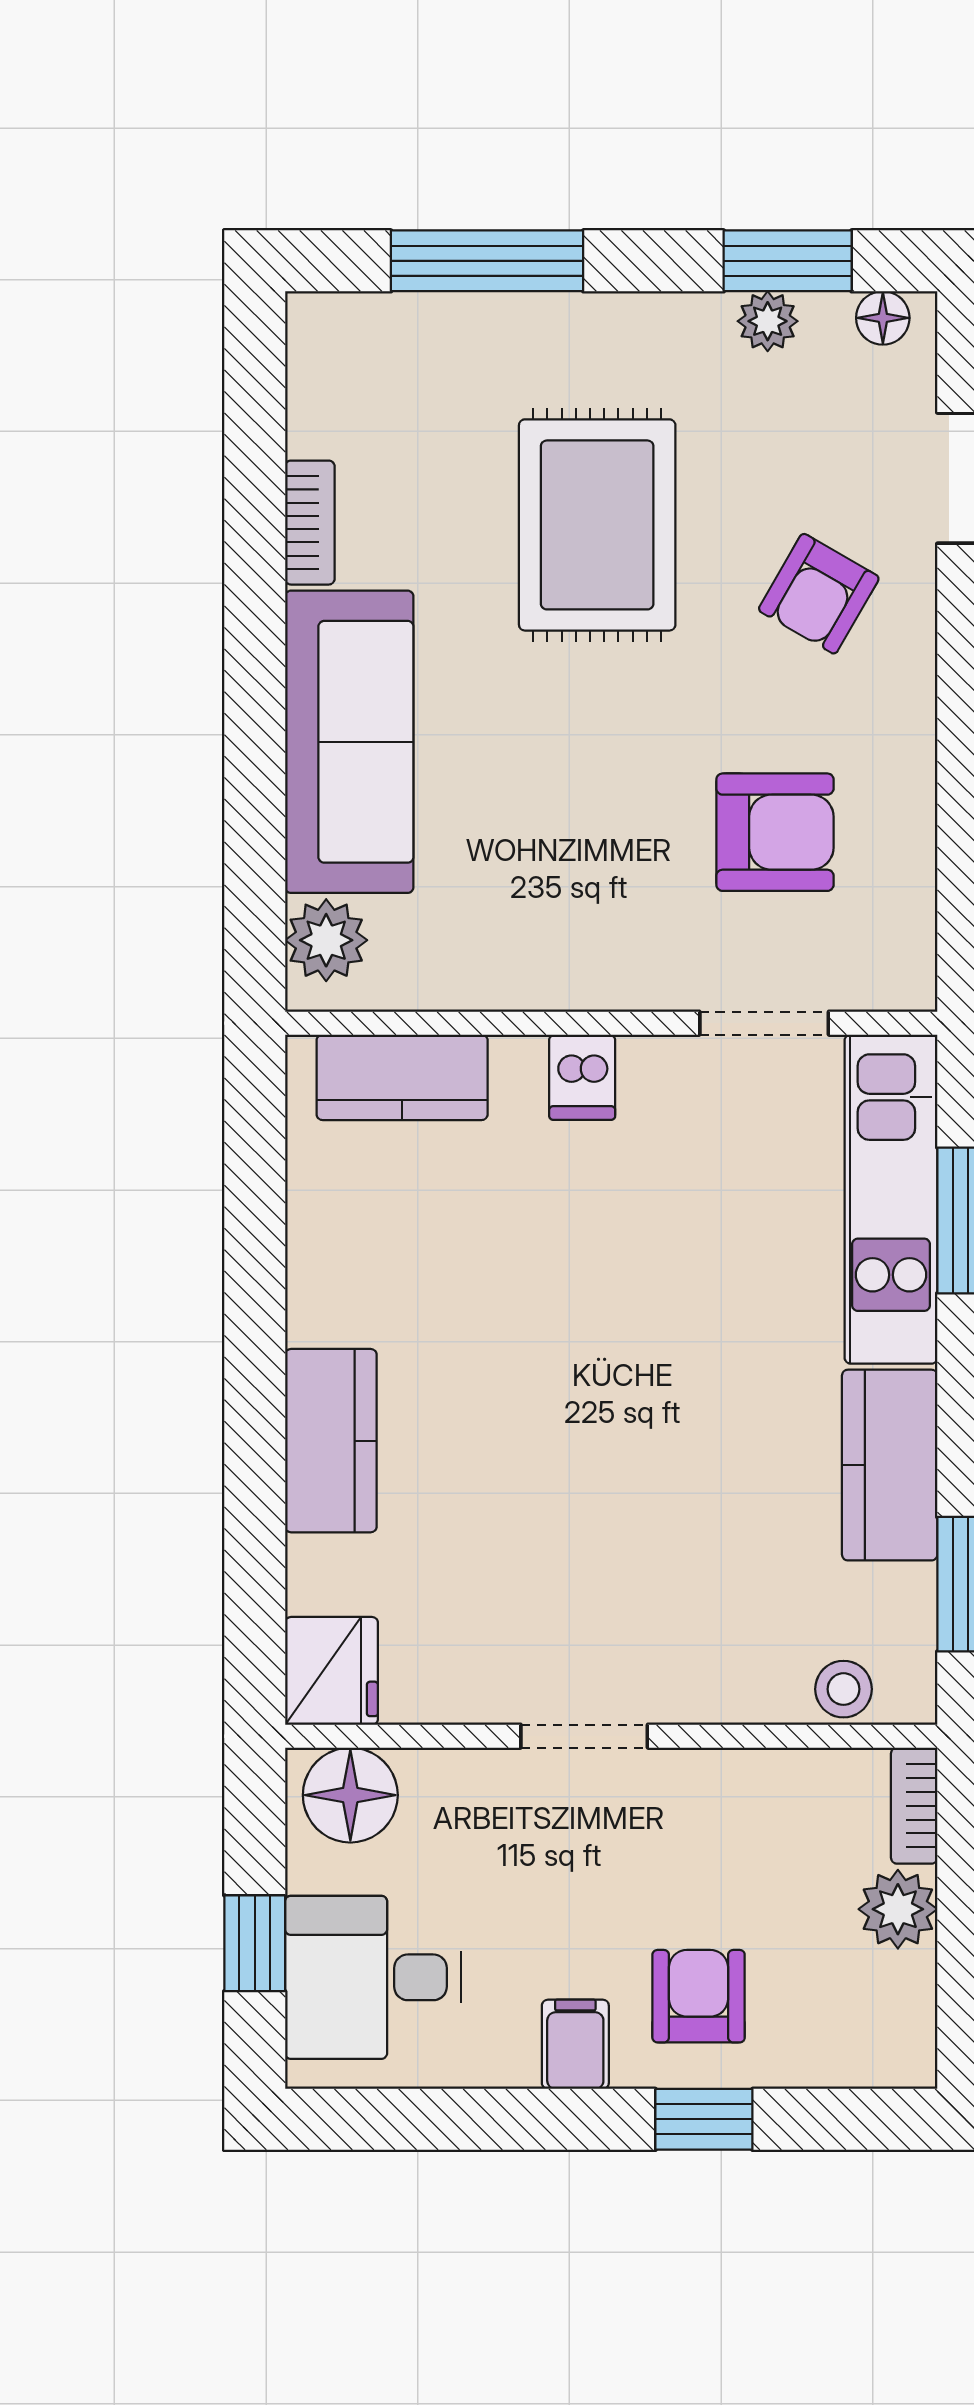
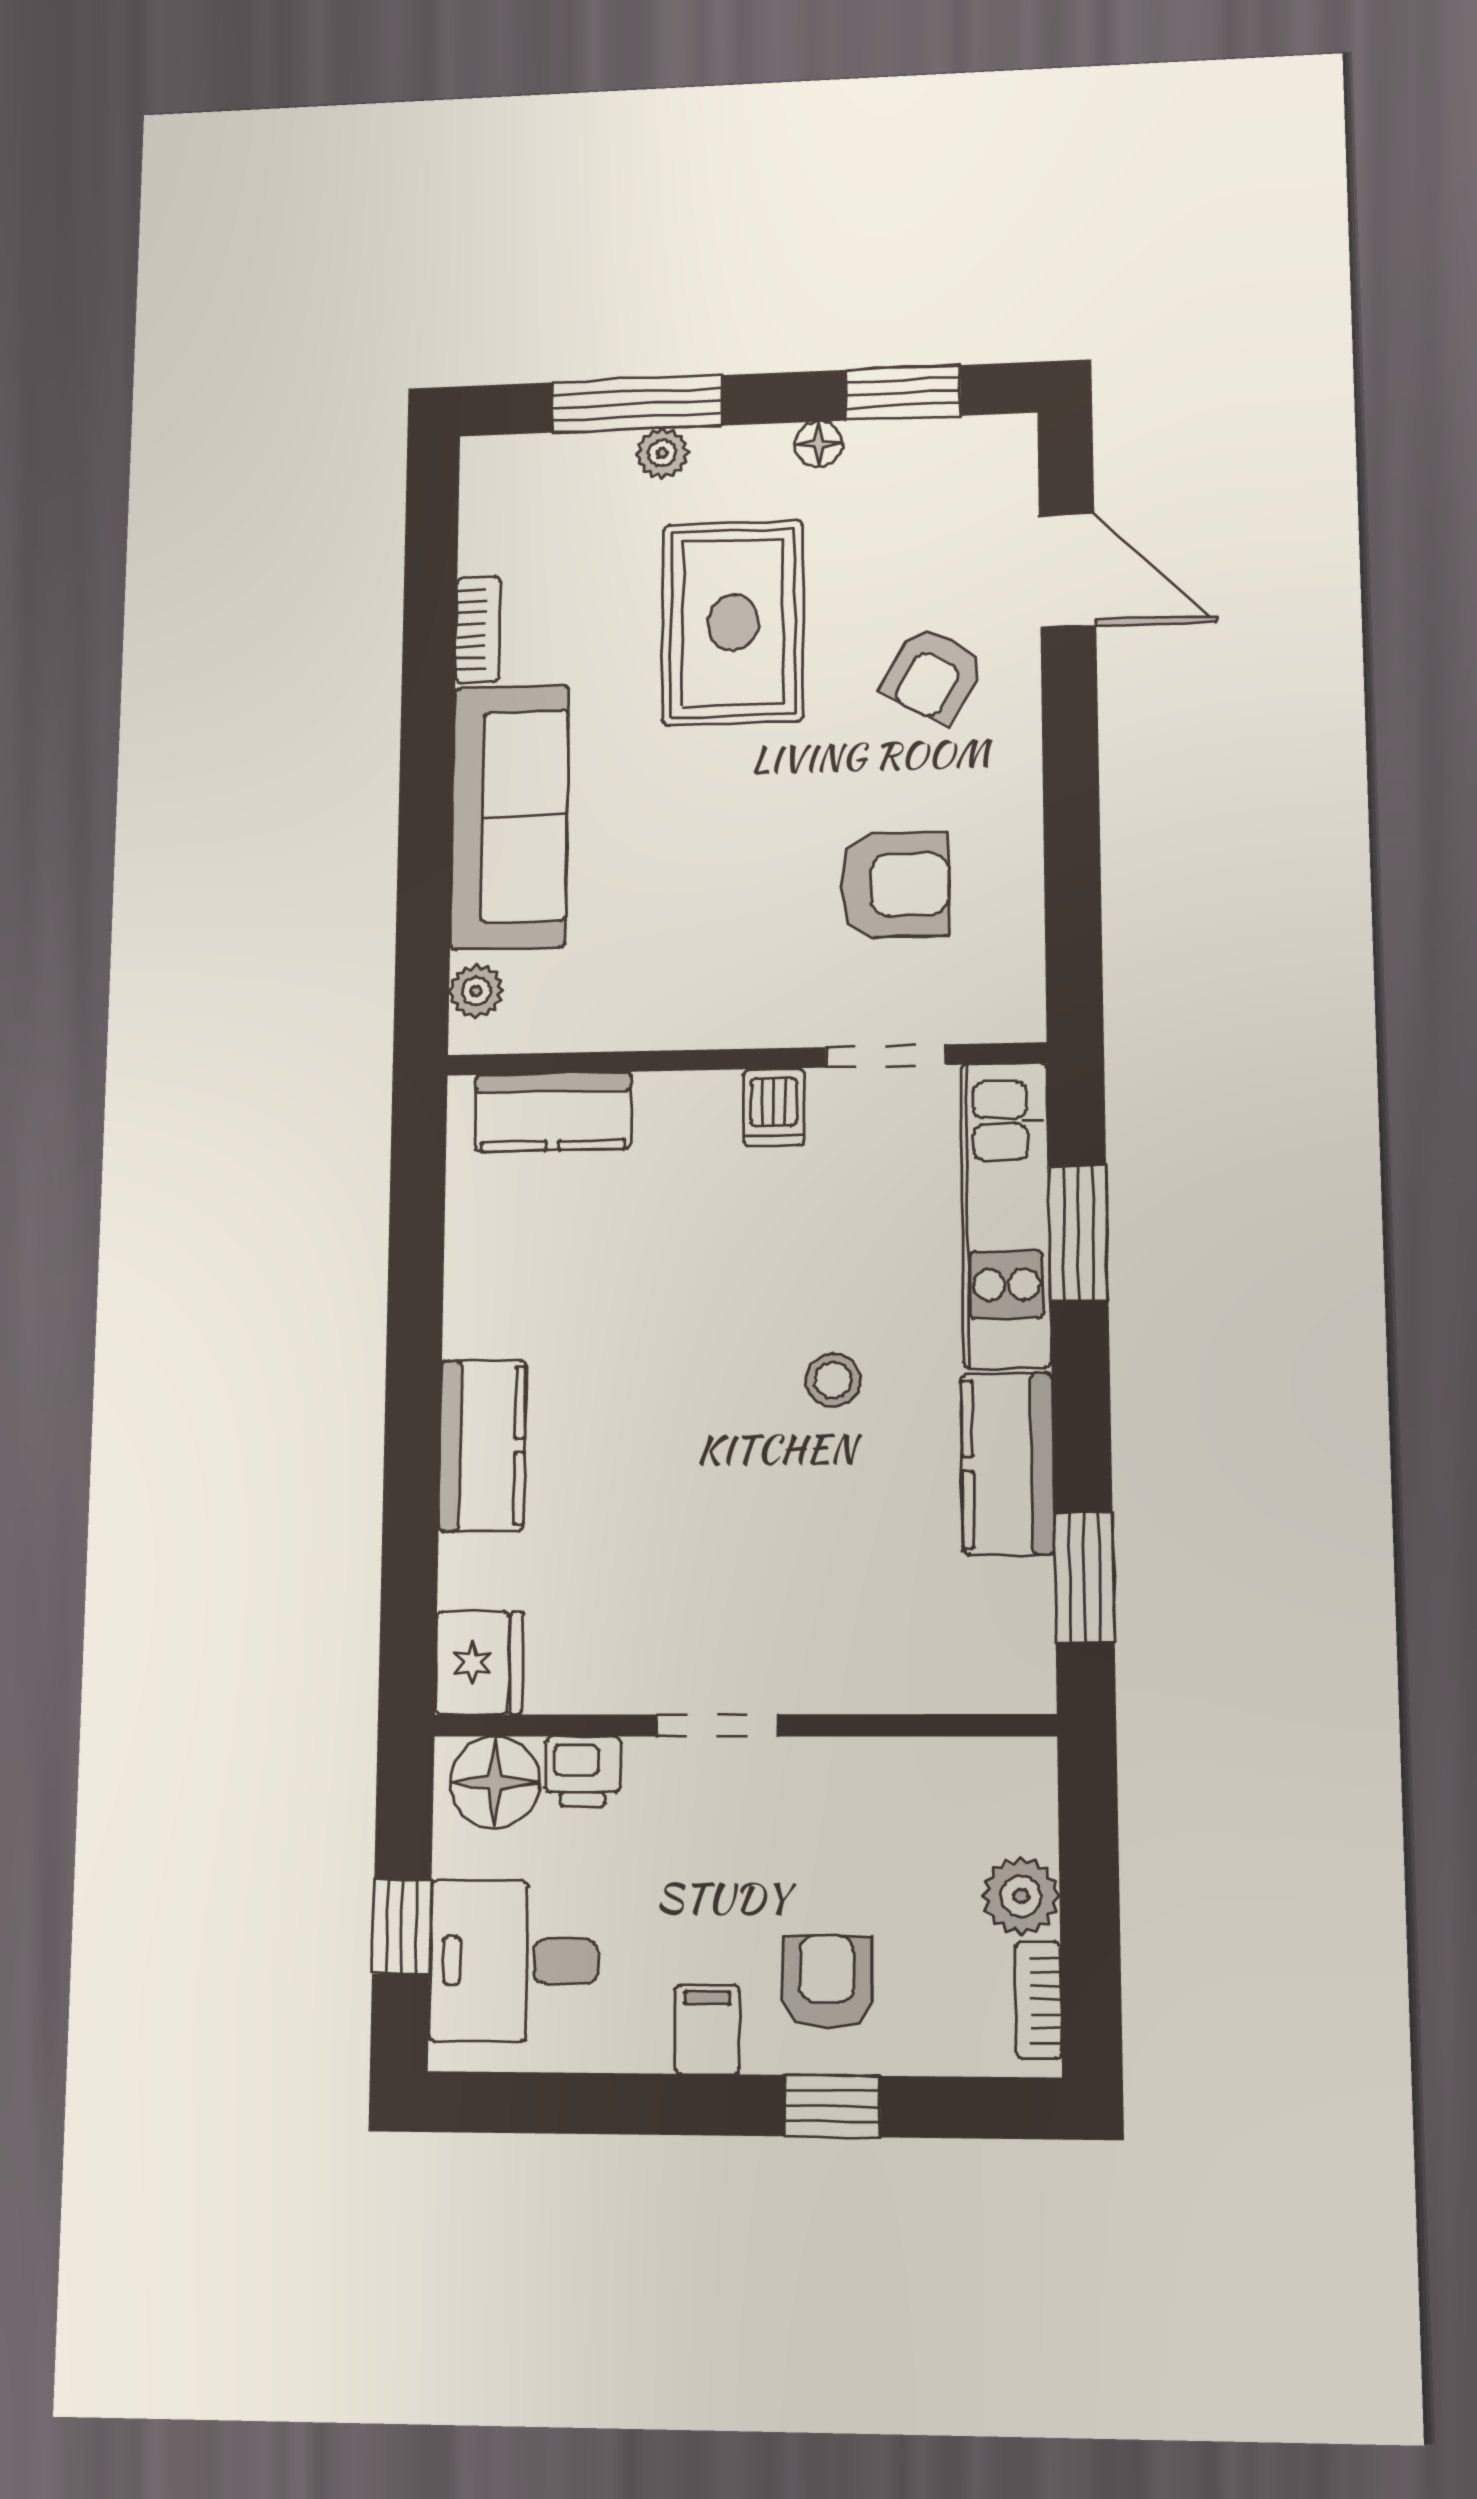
floor lamp: (883, 318) -> (819, 444), moved
plant: (768, 321) -> (662, 453), moved
plant: (326, 940) -> (476, 991), width x0.73, depth x0.73
dishwasher: (582, 1077) -> (774, 1107), moved
stool: (843, 1689) -> (833, 1380), moved
printer: (443, 1784) -> (583, 1771), added
bookcase: (914, 1806) -> (1038, 2000), moved

